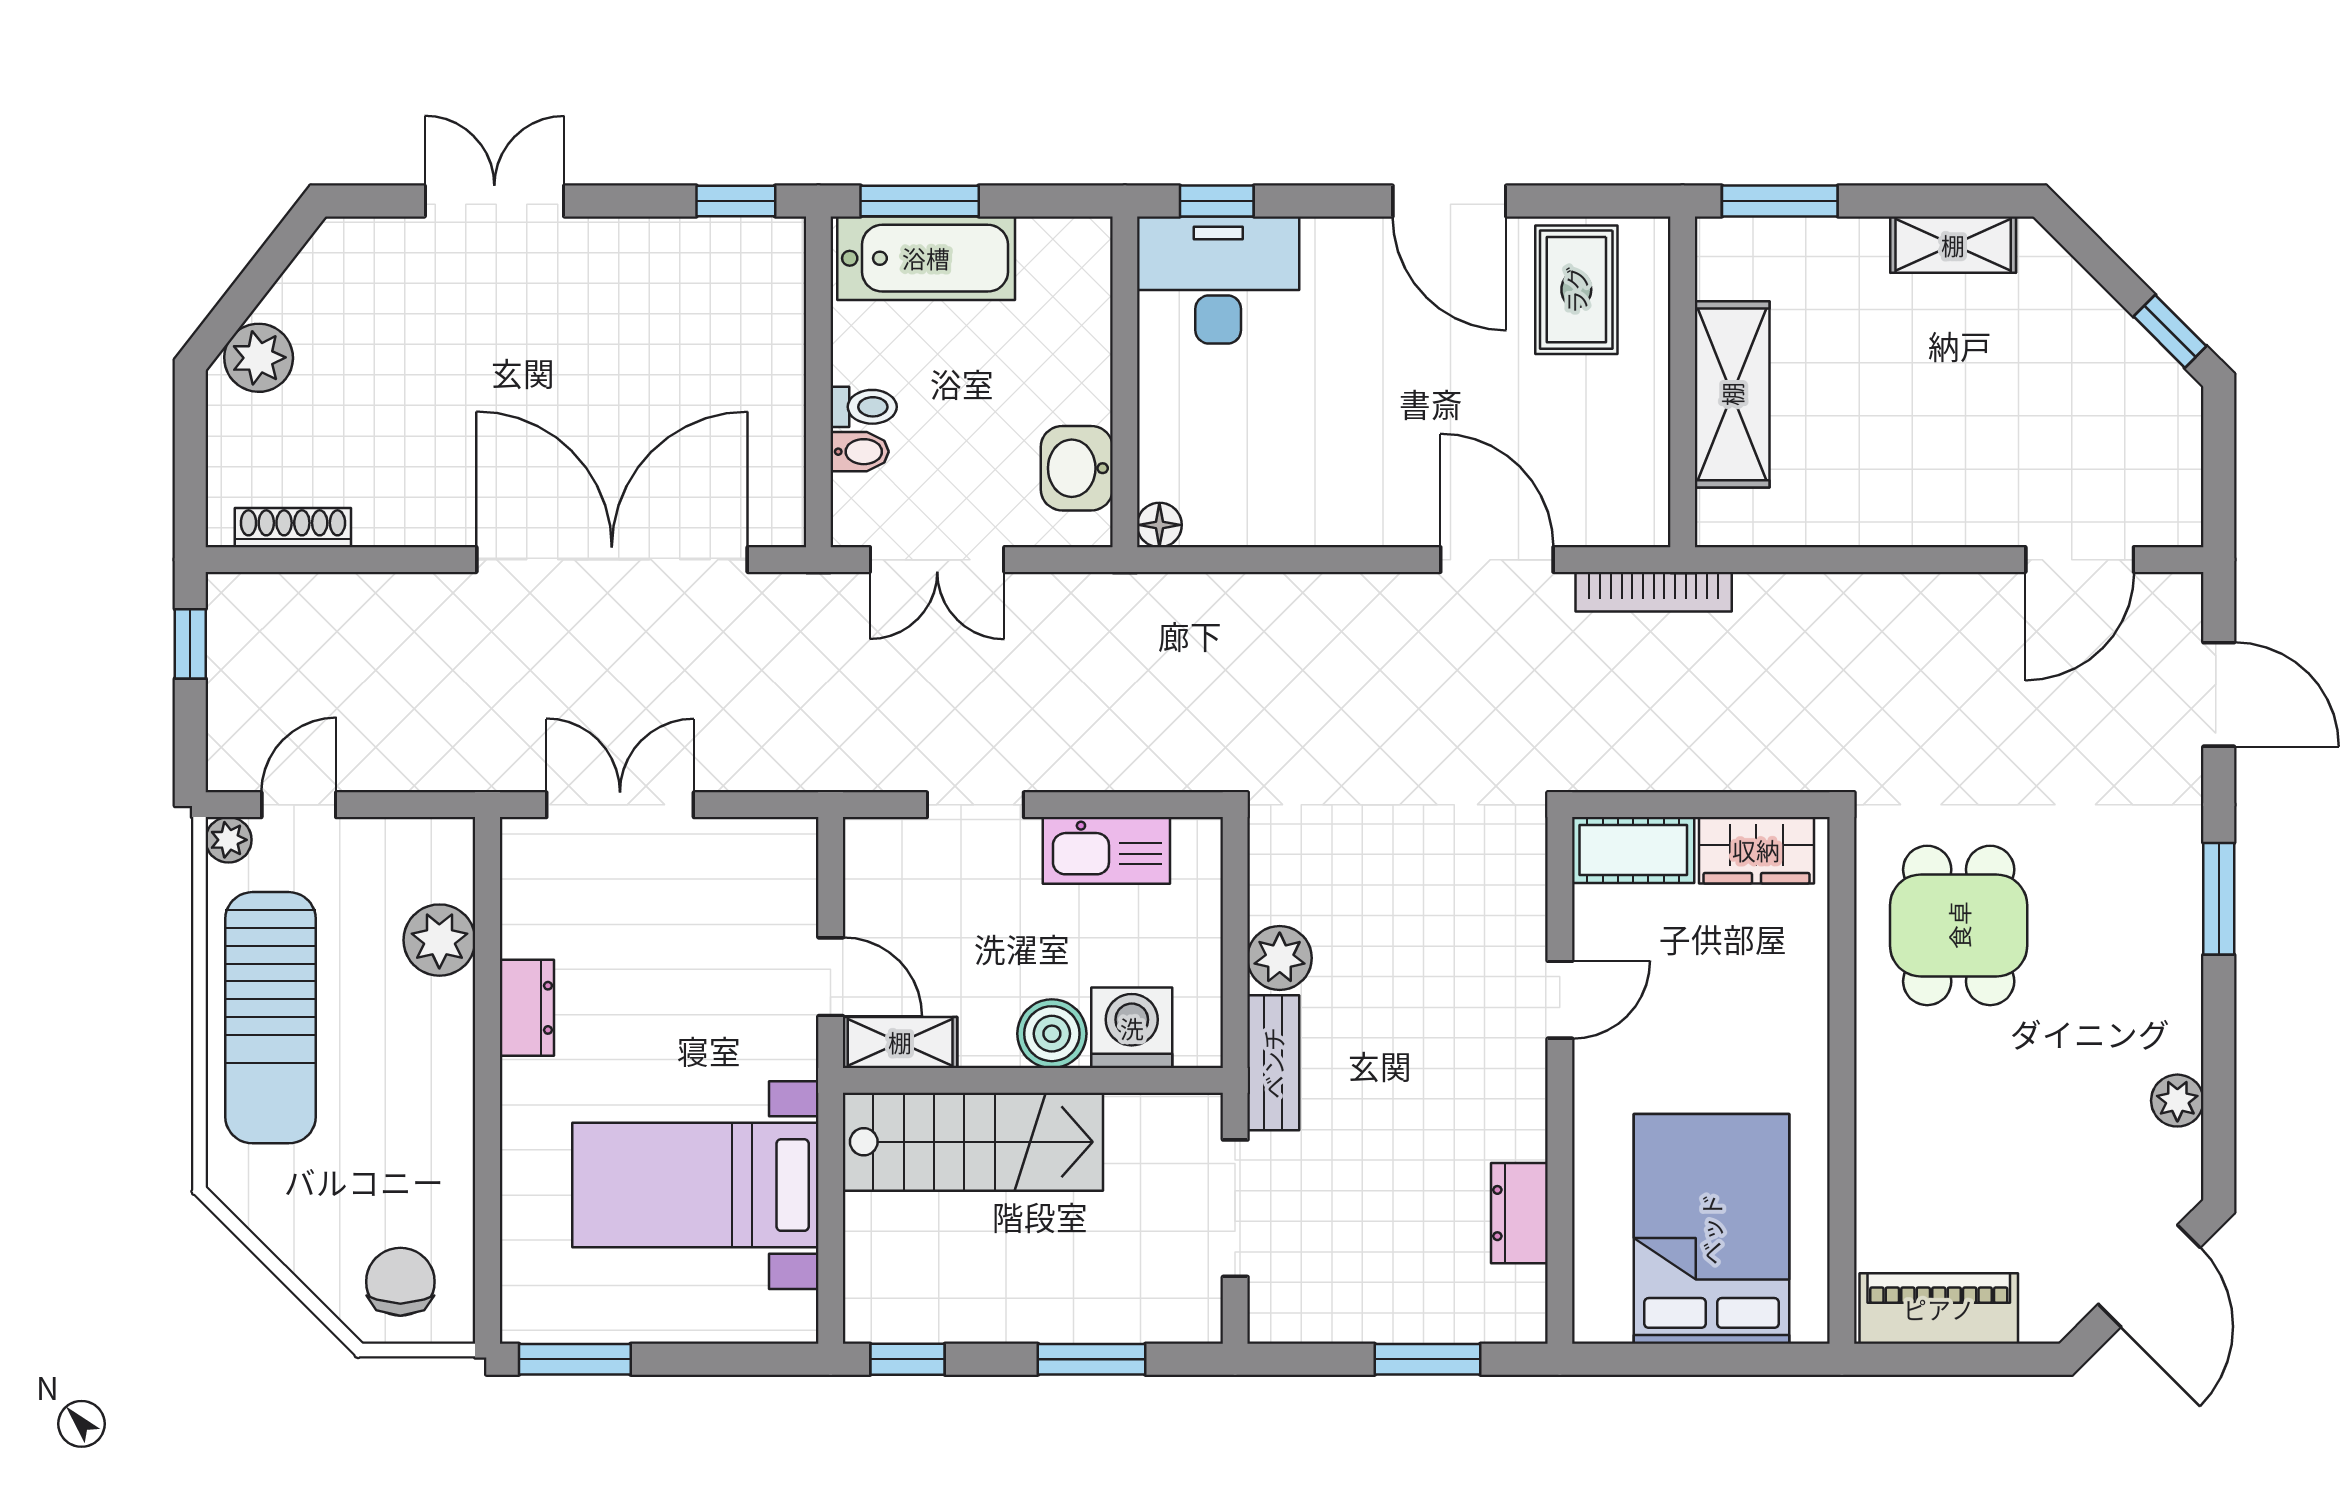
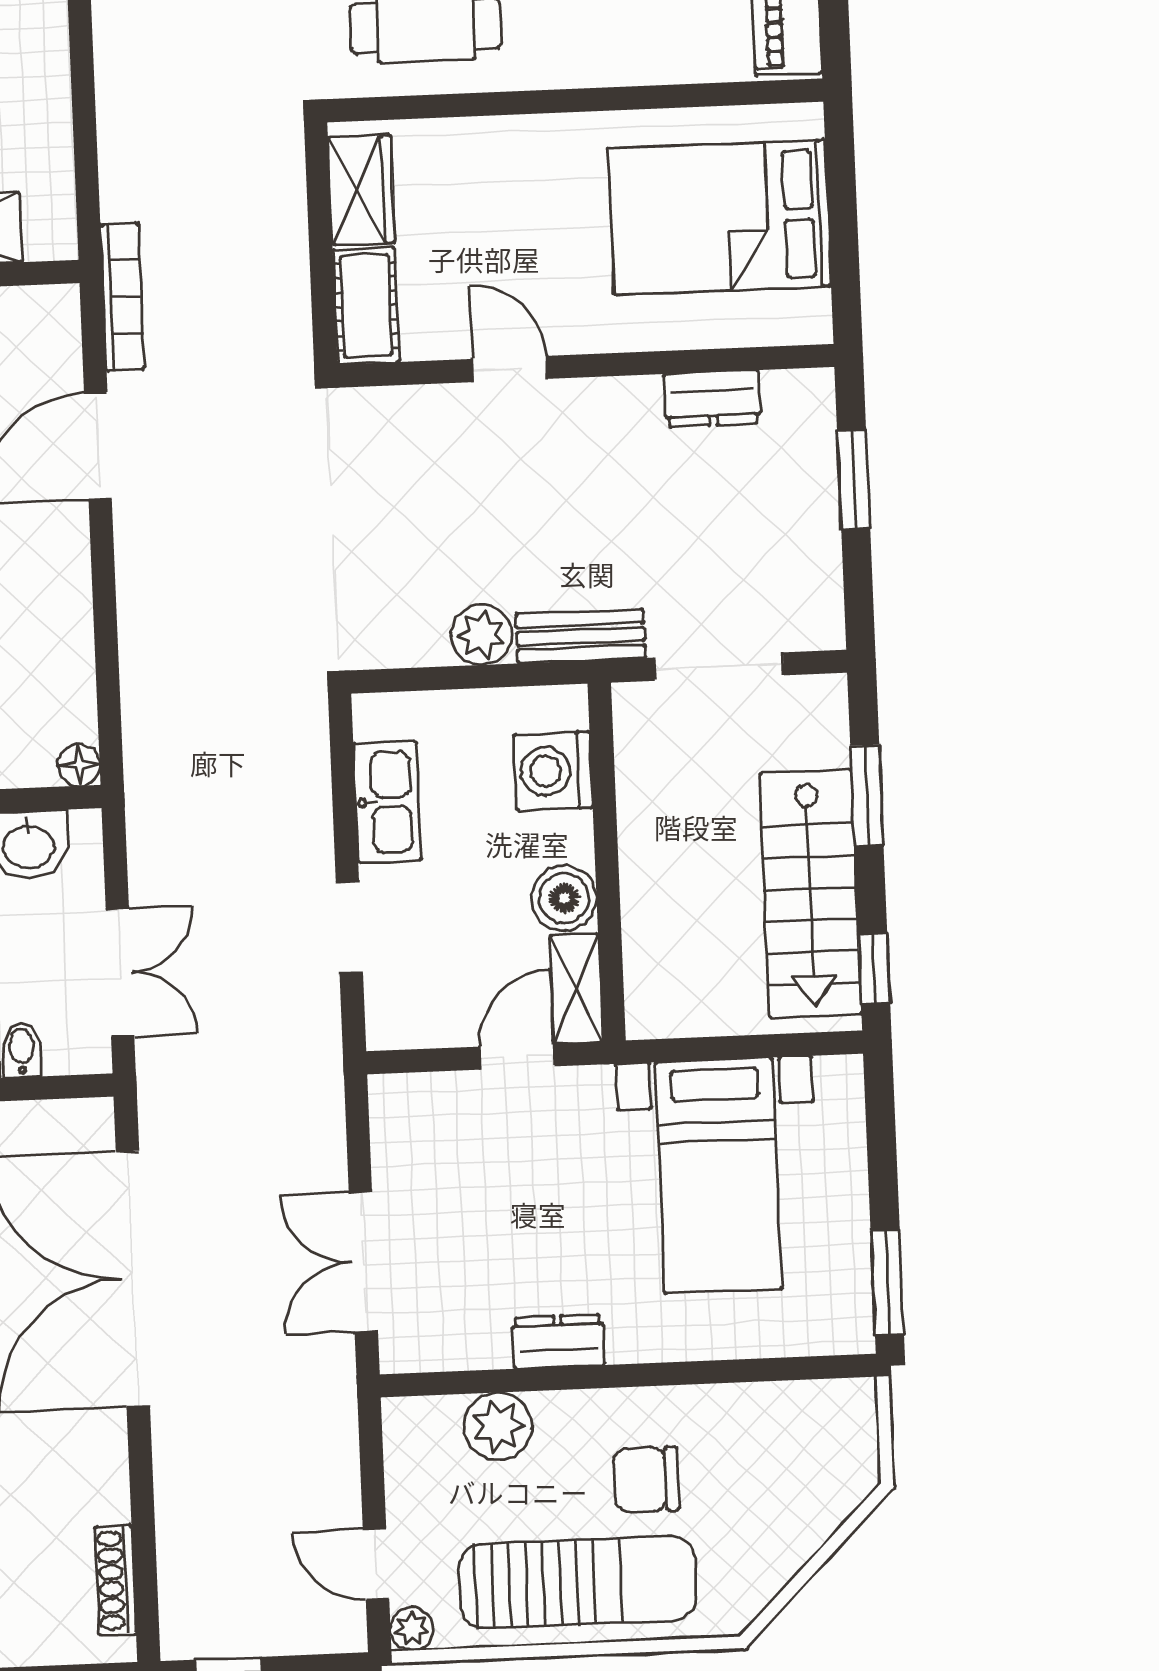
boiler: (1052, 1034) -> (564, 898), moved
stairs: (973, 1142) -> (810, 893), moved, turned 180
chair: (400, 1282) -> (646, 1479), moved

